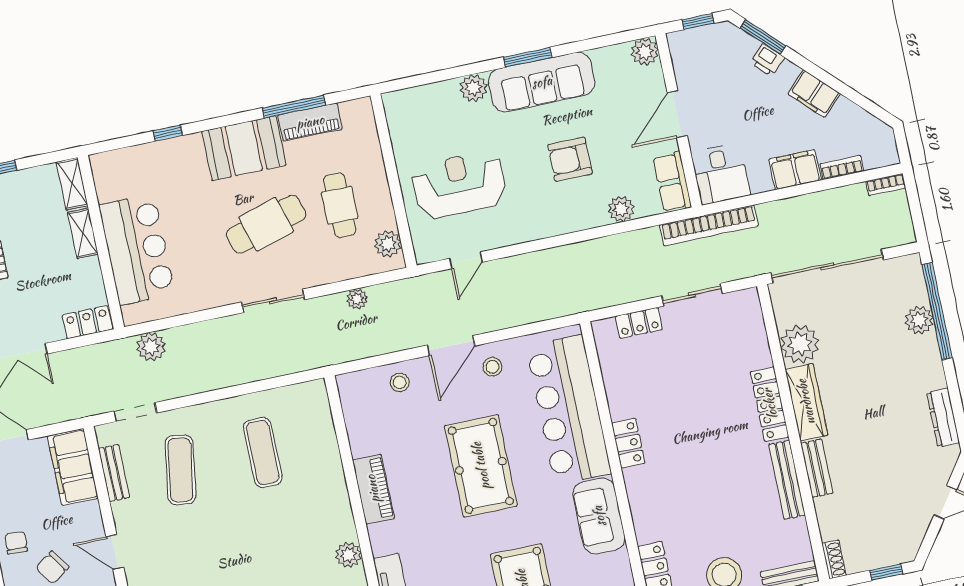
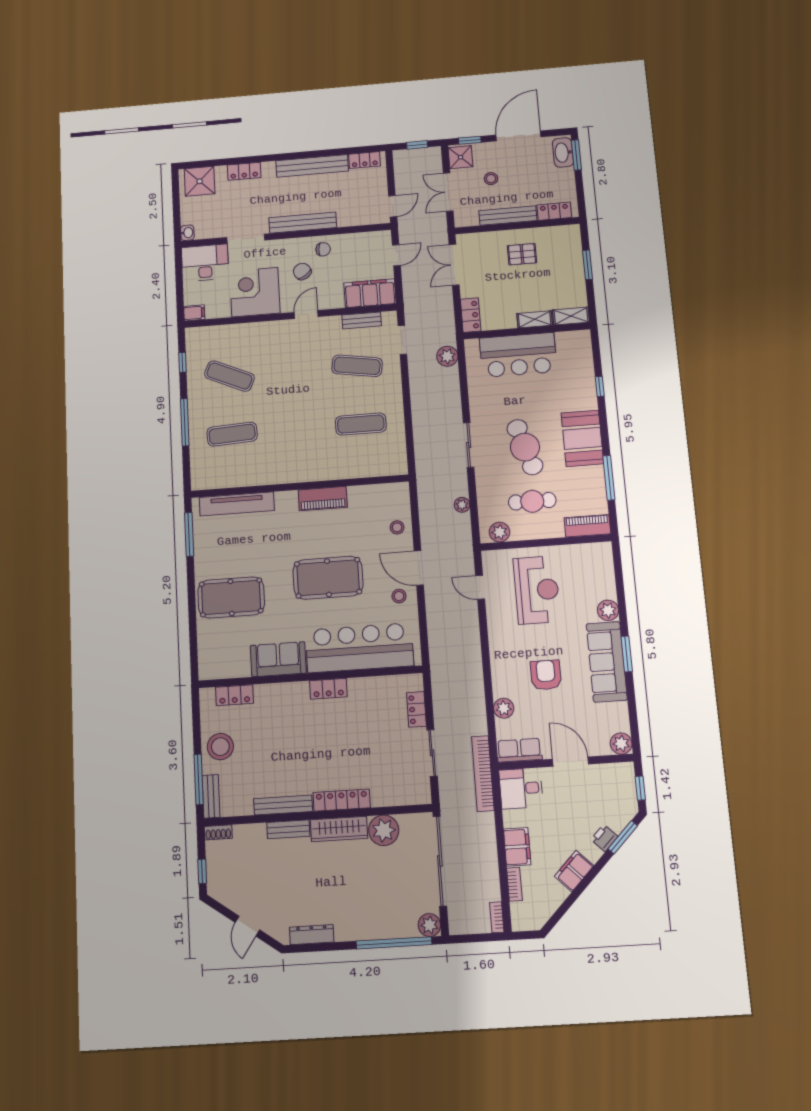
piano: (310, 122) -> (587, 526), moved, turned 90
plant: (919, 320) -> (429, 925), moved
plant: (349, 555) -> (279, 475), removed

